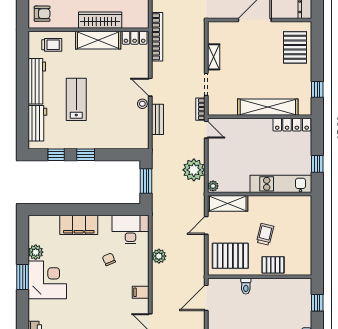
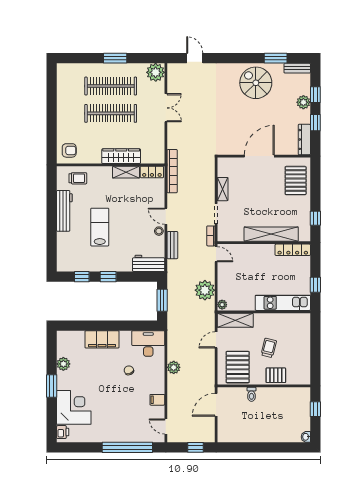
shelving: (98, 40) -> (126, 172), width x0.67, depth x0.75
workbench: (37, 123) -> (149, 263), moved, turned -90
pallet: (230, 256) -> (238, 367), turned 90
corner desk: (47, 280) -> (74, 407), moved

